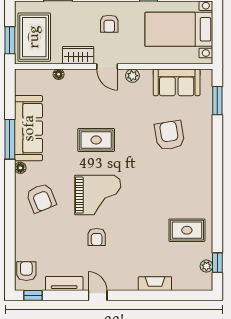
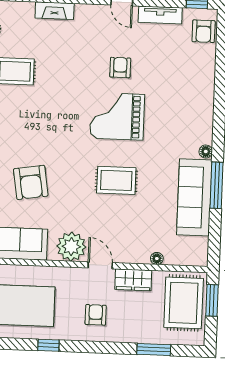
plant: (132, 76) -> (71, 247), width x1.88, depth x1.88
armchair: (41, 198) -> (183, 116), removed

